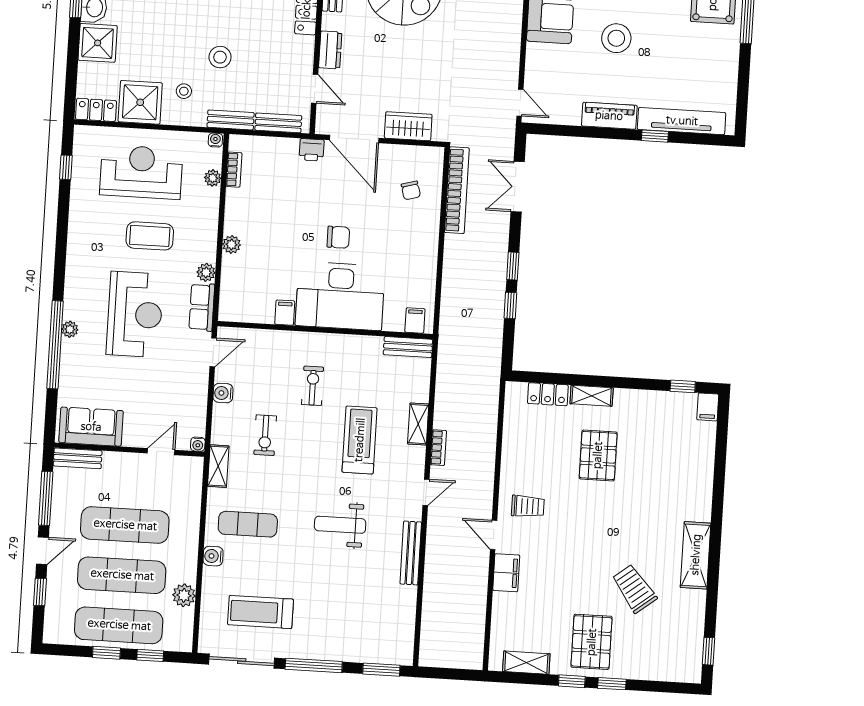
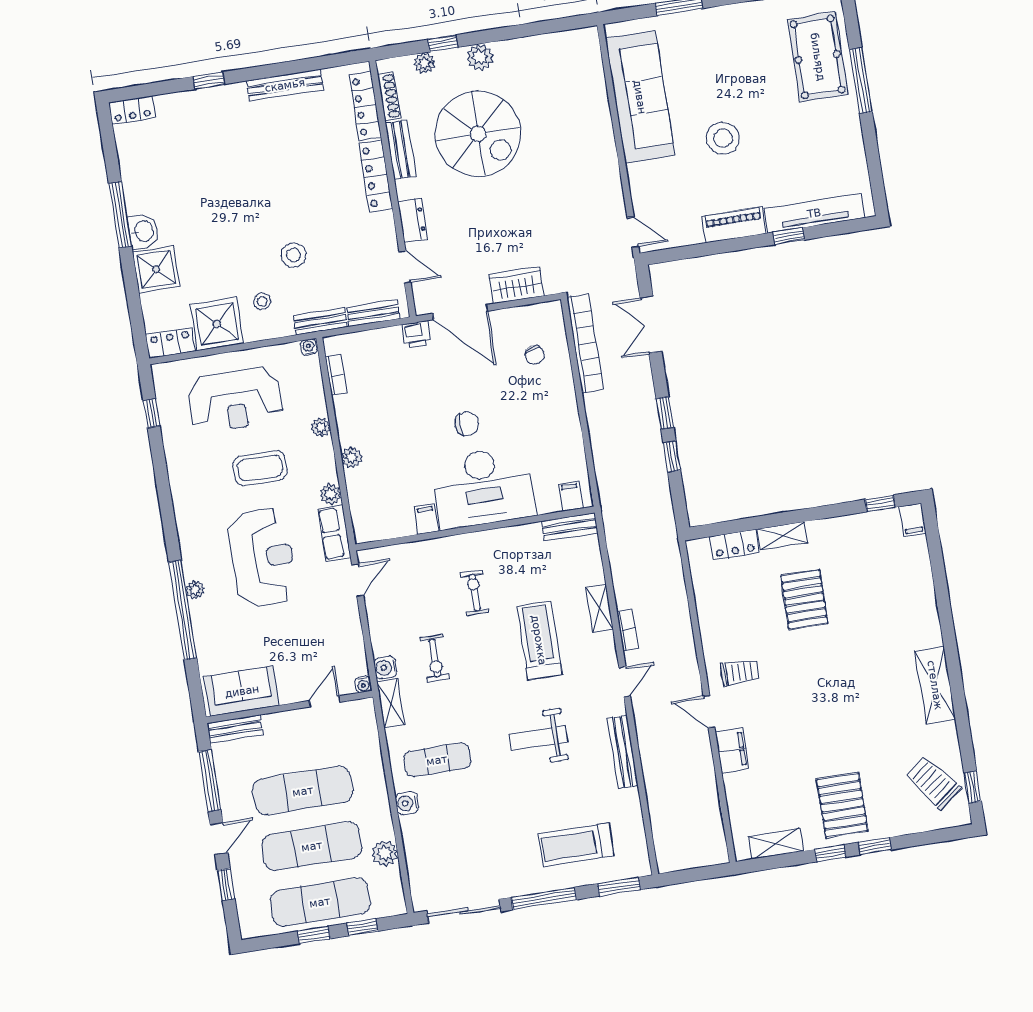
reception desk: (141, 172) -> (235, 400), turned 180
plant: (213, 178) -> (321, 427), moved
water cooler: (223, 393) -> (385, 667), moved
trolley: (634, 589) -> (933, 783), moved
treadmill: (260, 612) -> (576, 845), moved

